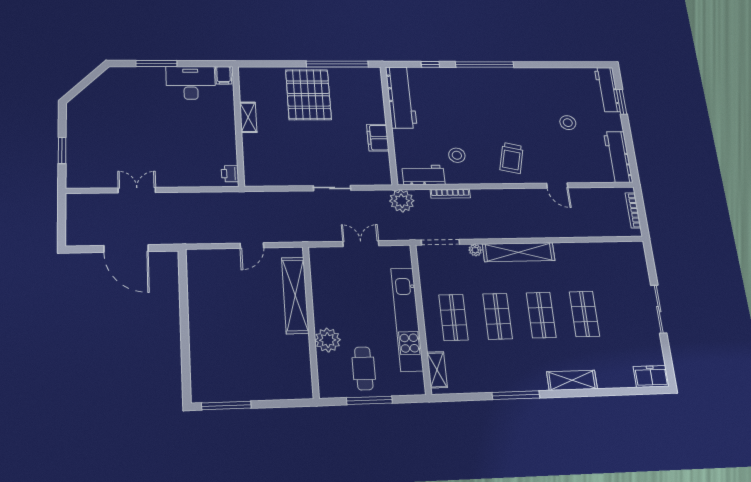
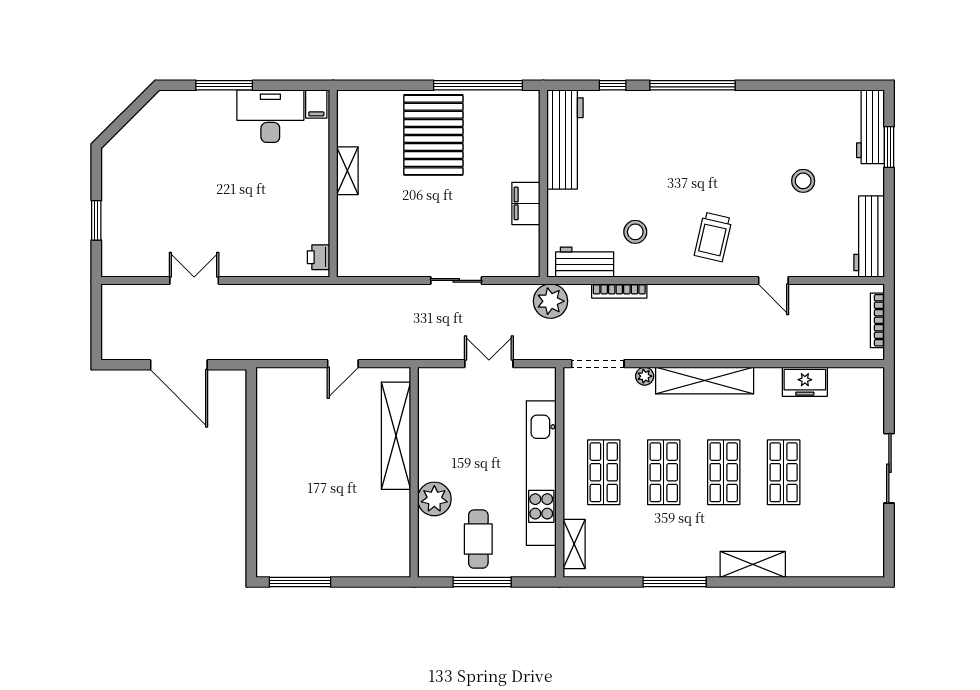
freezer: (651, 376) -> (805, 382), moved, turned 180

